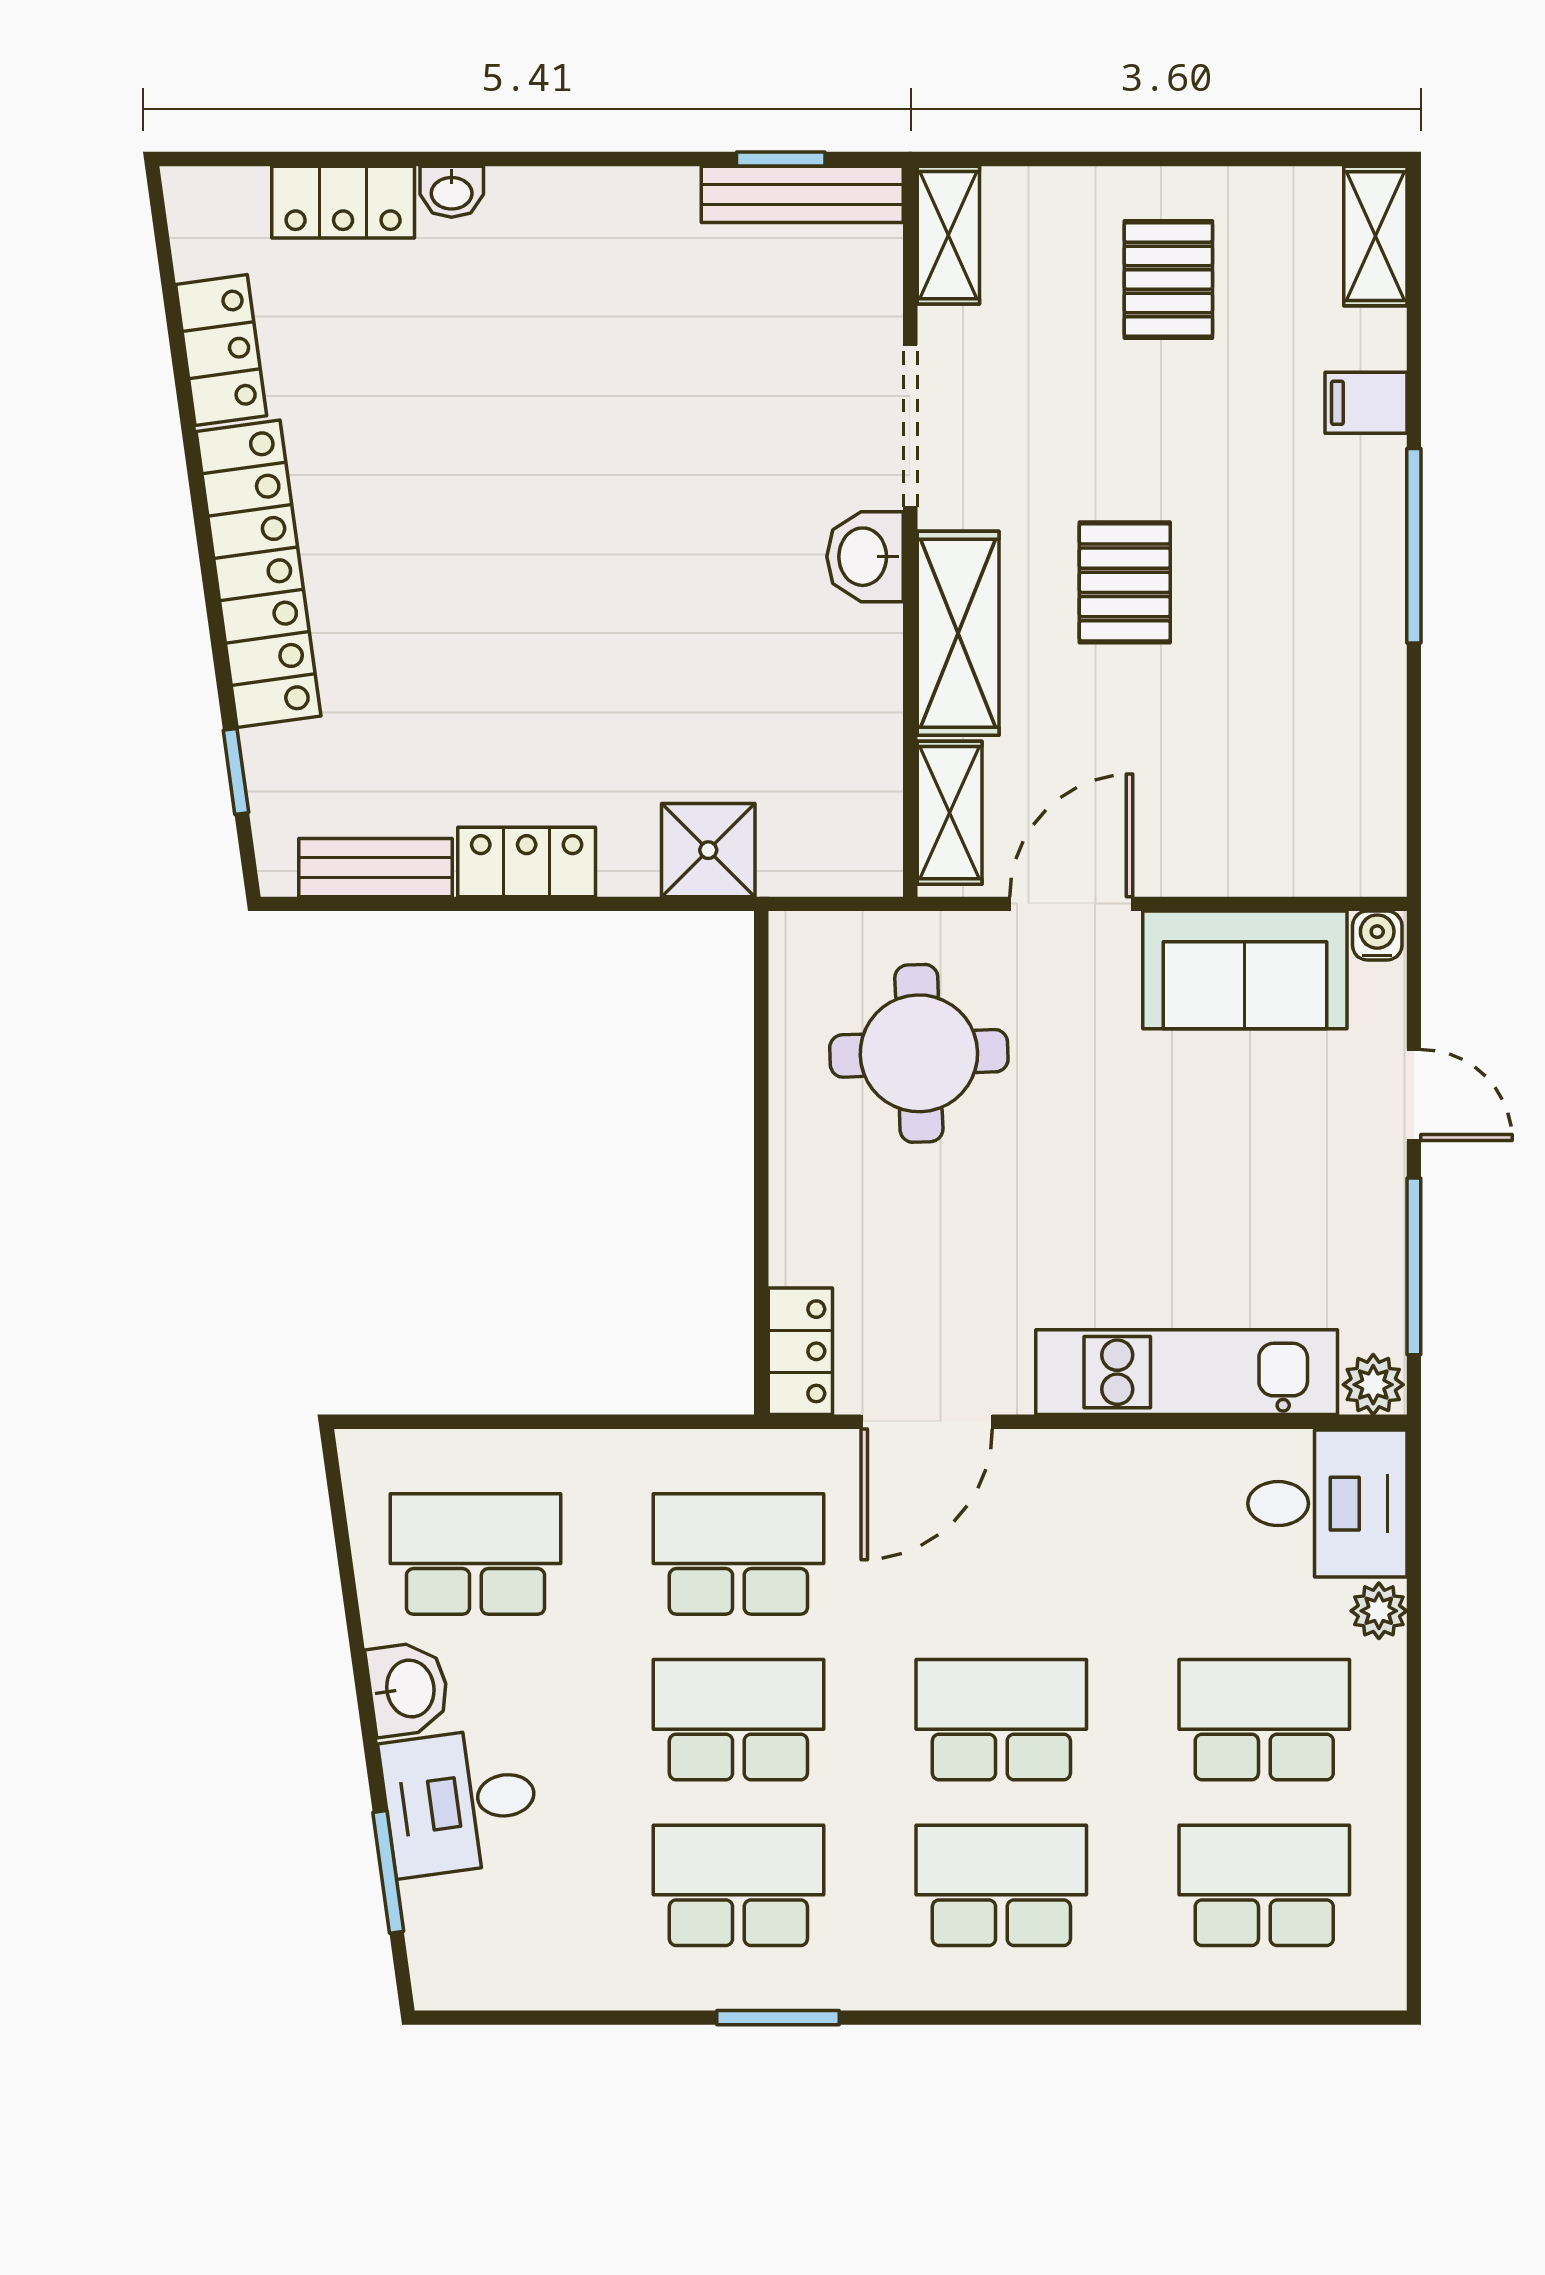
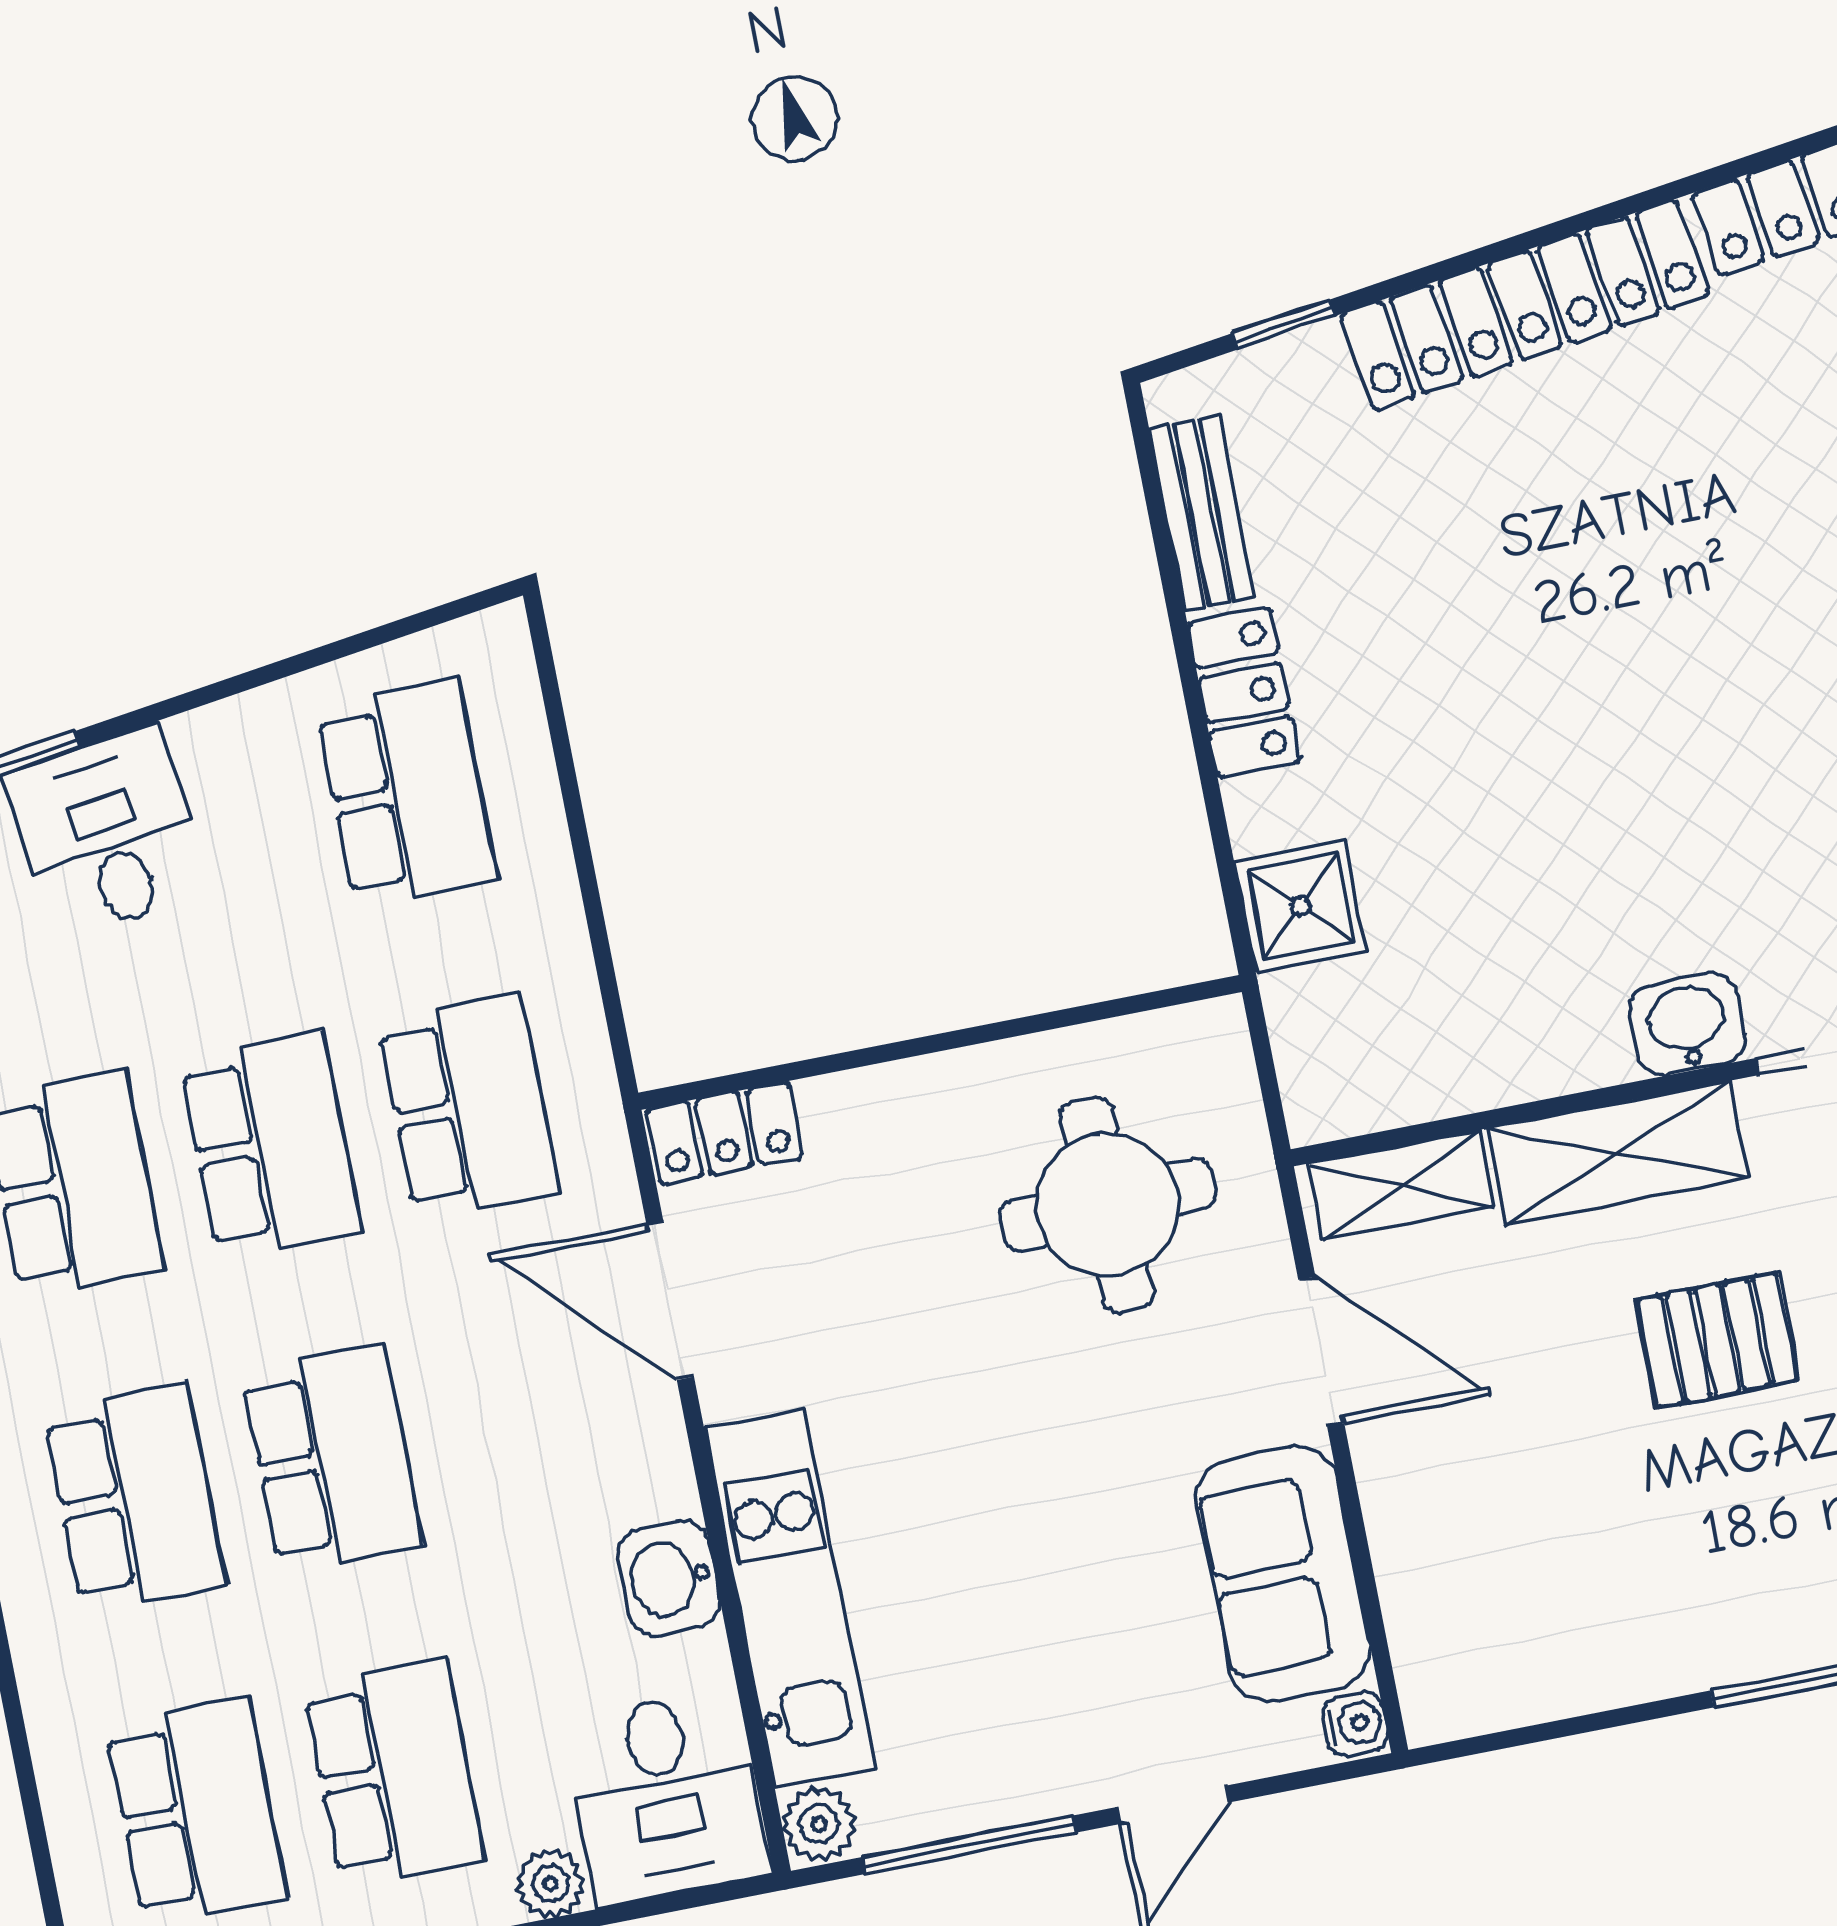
washbasin: (408, 1689) -> (669, 1578), moved, turned 98

